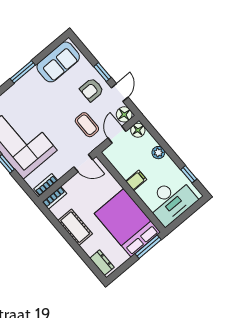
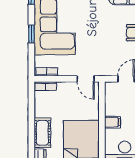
coffee table: (87, 125) -> (111, 54), removed
cot: (75, 227) -> (42, 133), moved

